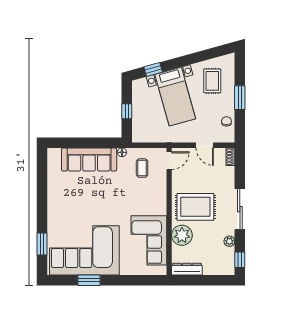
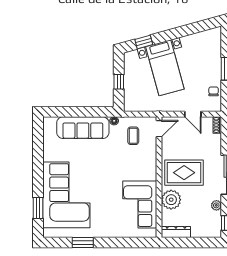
rug: (212, 81) -> (200, 53), removed
corner sofa: (84, 250) -> (66, 195), moved, turned 90

